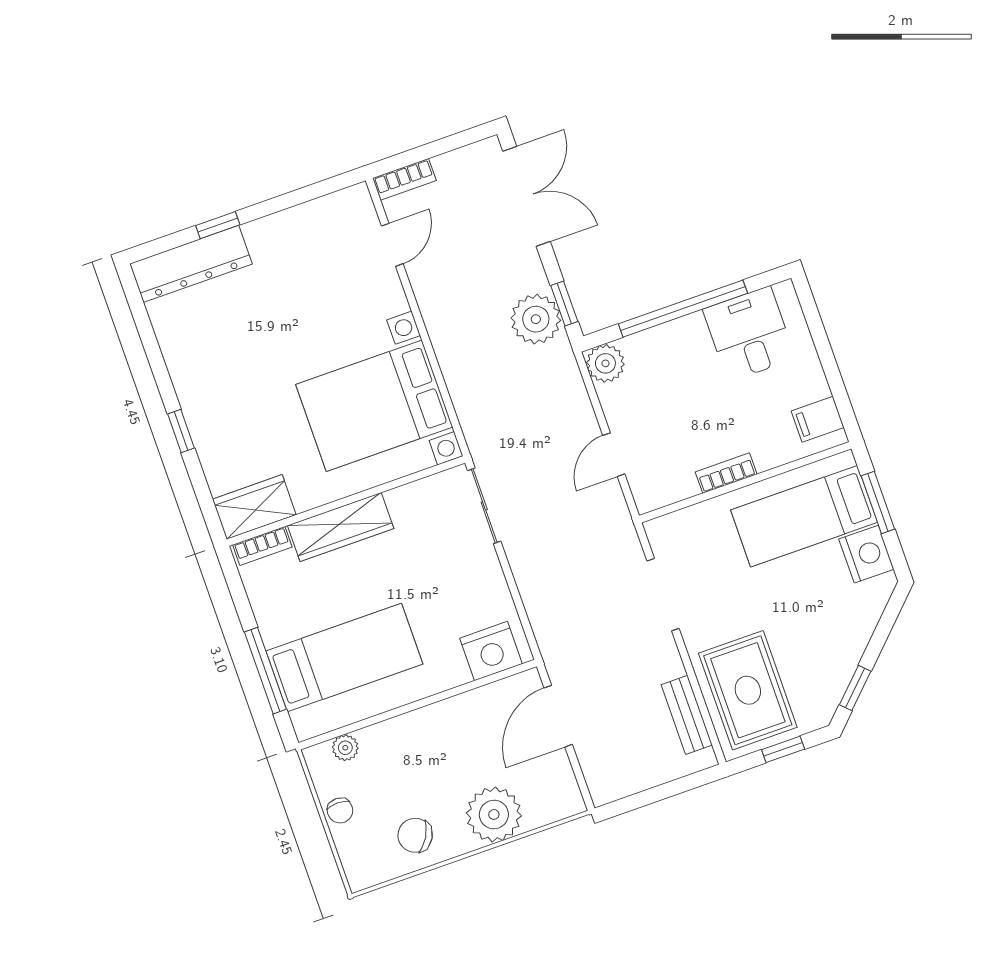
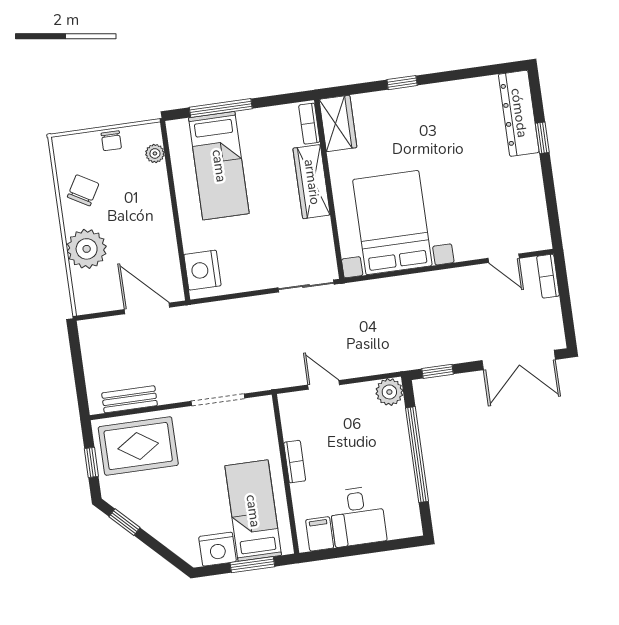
plant: (536, 319) -> (431, 349), removed
desk: (749, 334) -> (358, 516), moved, turned 90
chair: (340, 810) -> (111, 141), turned -90

